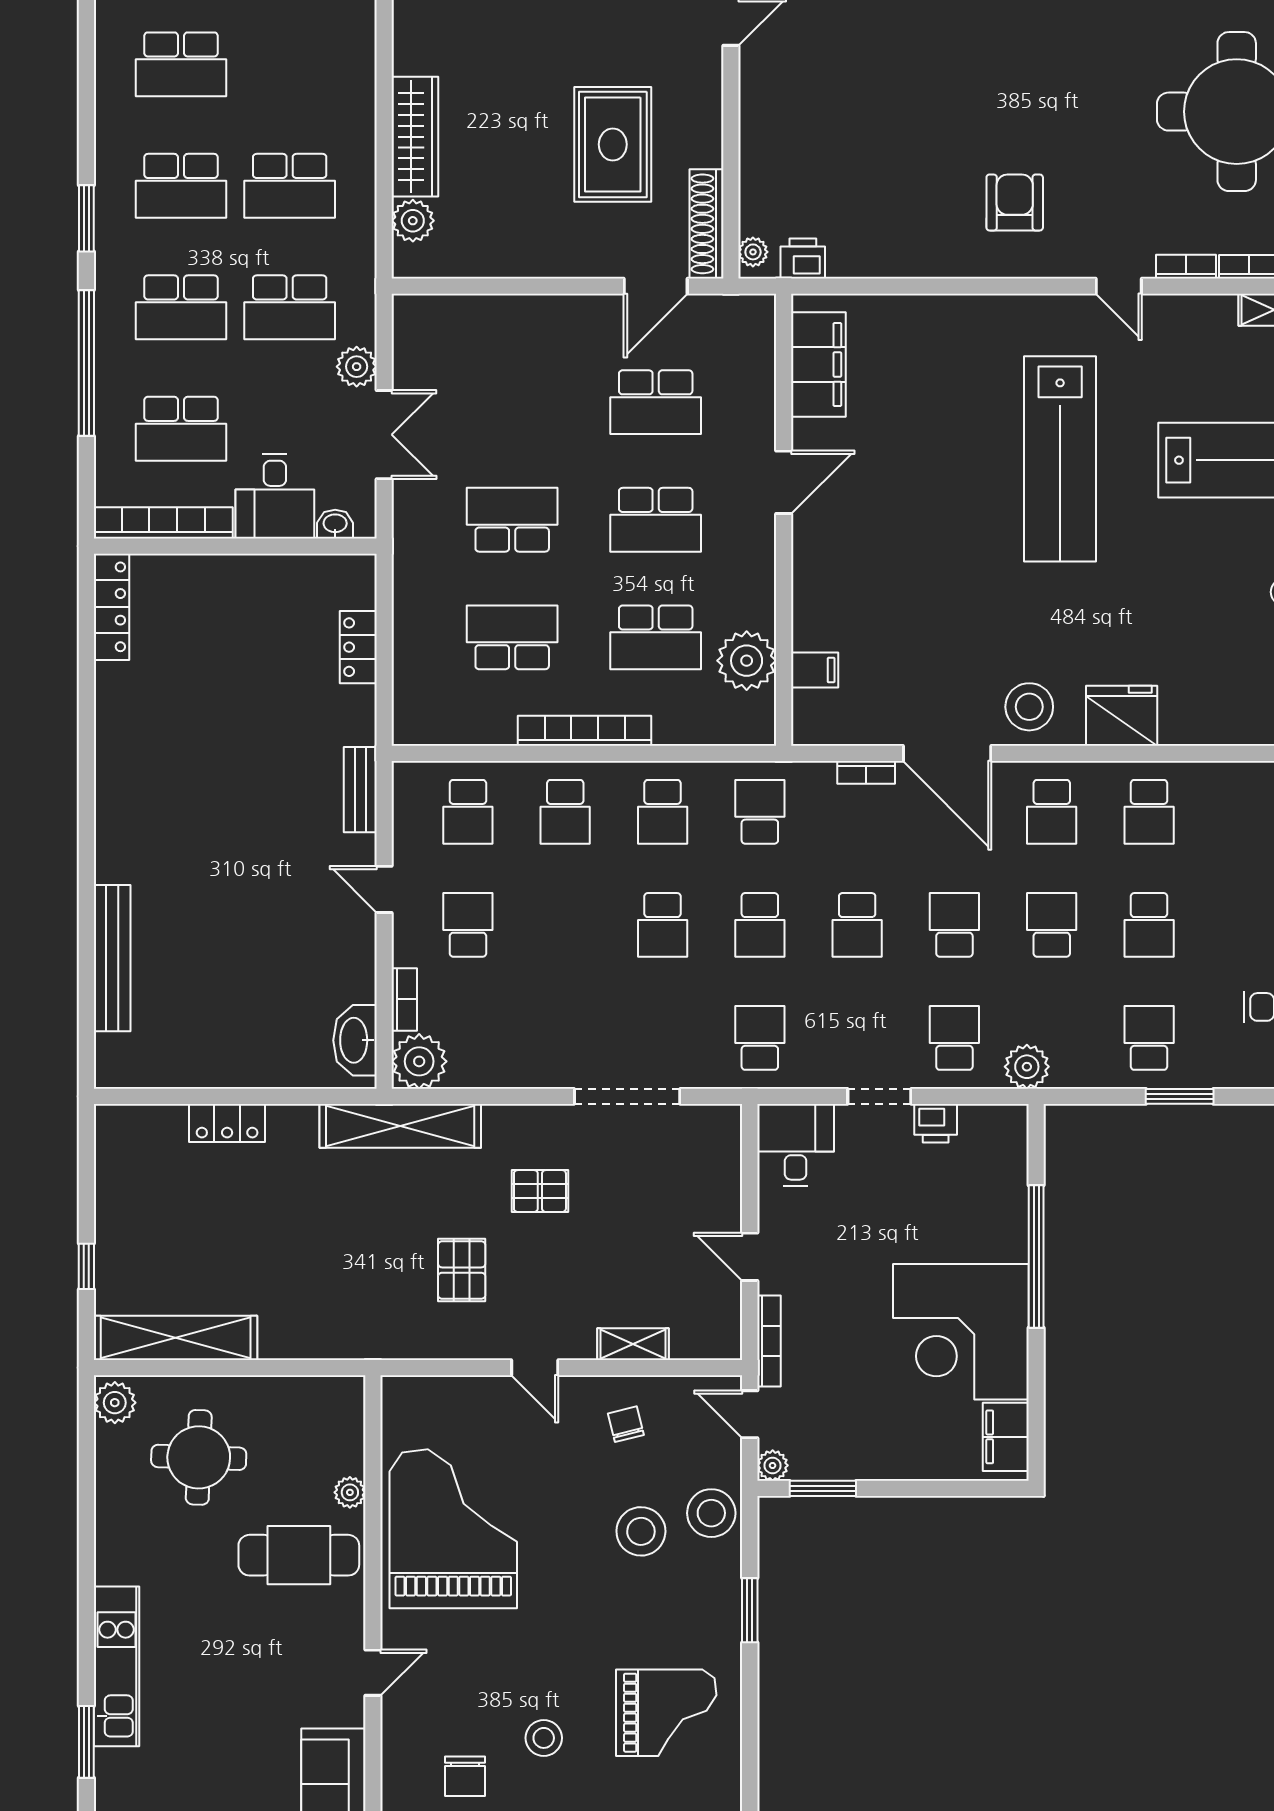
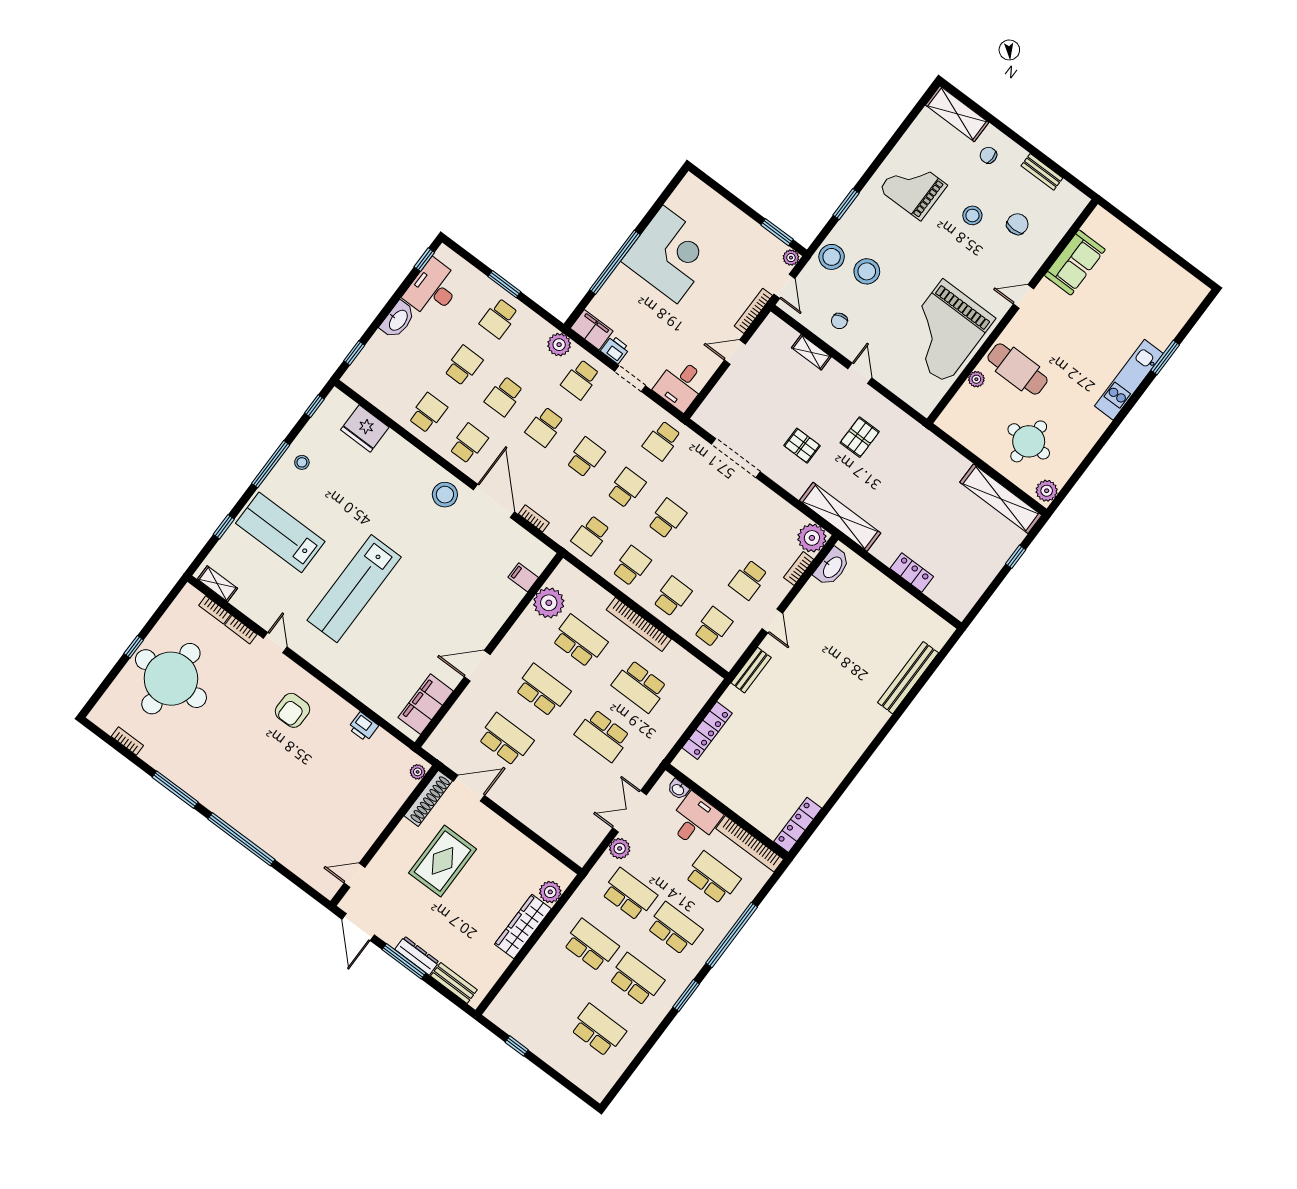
printer: (803, 258) -> (363, 727), moved
lab bench: (1060, 459) -> (354, 589), turned 180
locker: (358, 647) -> (707, 731), width x1.53
fridge: (1122, 716) -> (365, 429), moved
door: (750, 1257) -> (735, 352), swing flipped
filing cabinet: (1006, 1437) -> (592, 330), moved, turned -90

